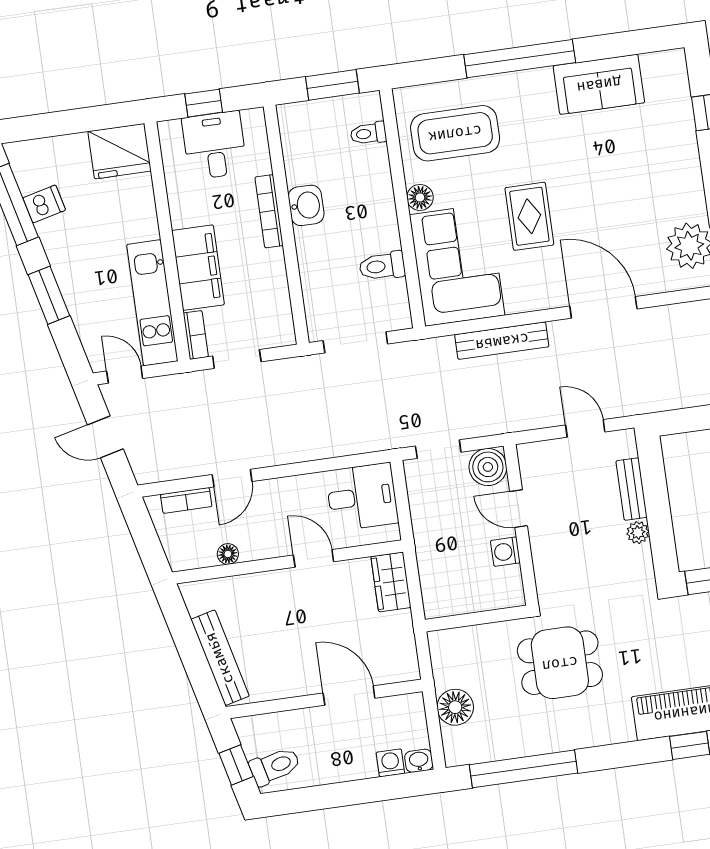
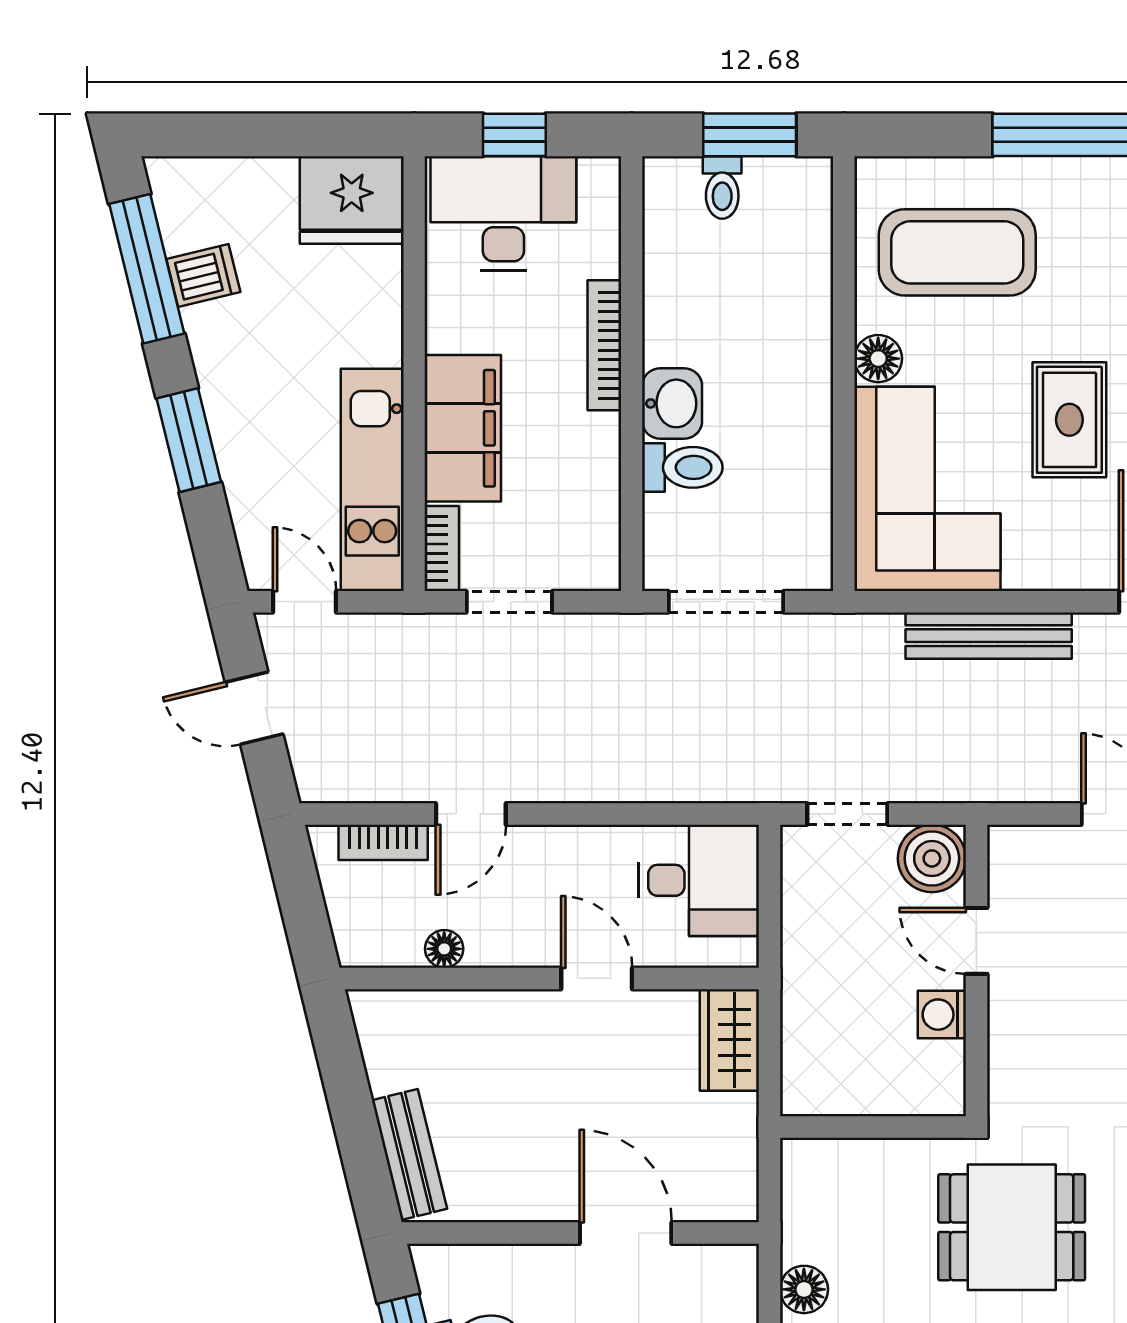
toilet: (368, 133) -> (722, 187), moved, turned -90
desk: (214, 145) -> (503, 213), width x1.37
washbasin: (306, 205) -> (672, 403), moved
toilet: (382, 266) -> (682, 467), moved, turned 180
bench: (220, 658) -> (409, 1155), width x0.73
floor lamp: (455, 707) -> (804, 1289), width x0.73, depth x0.73

